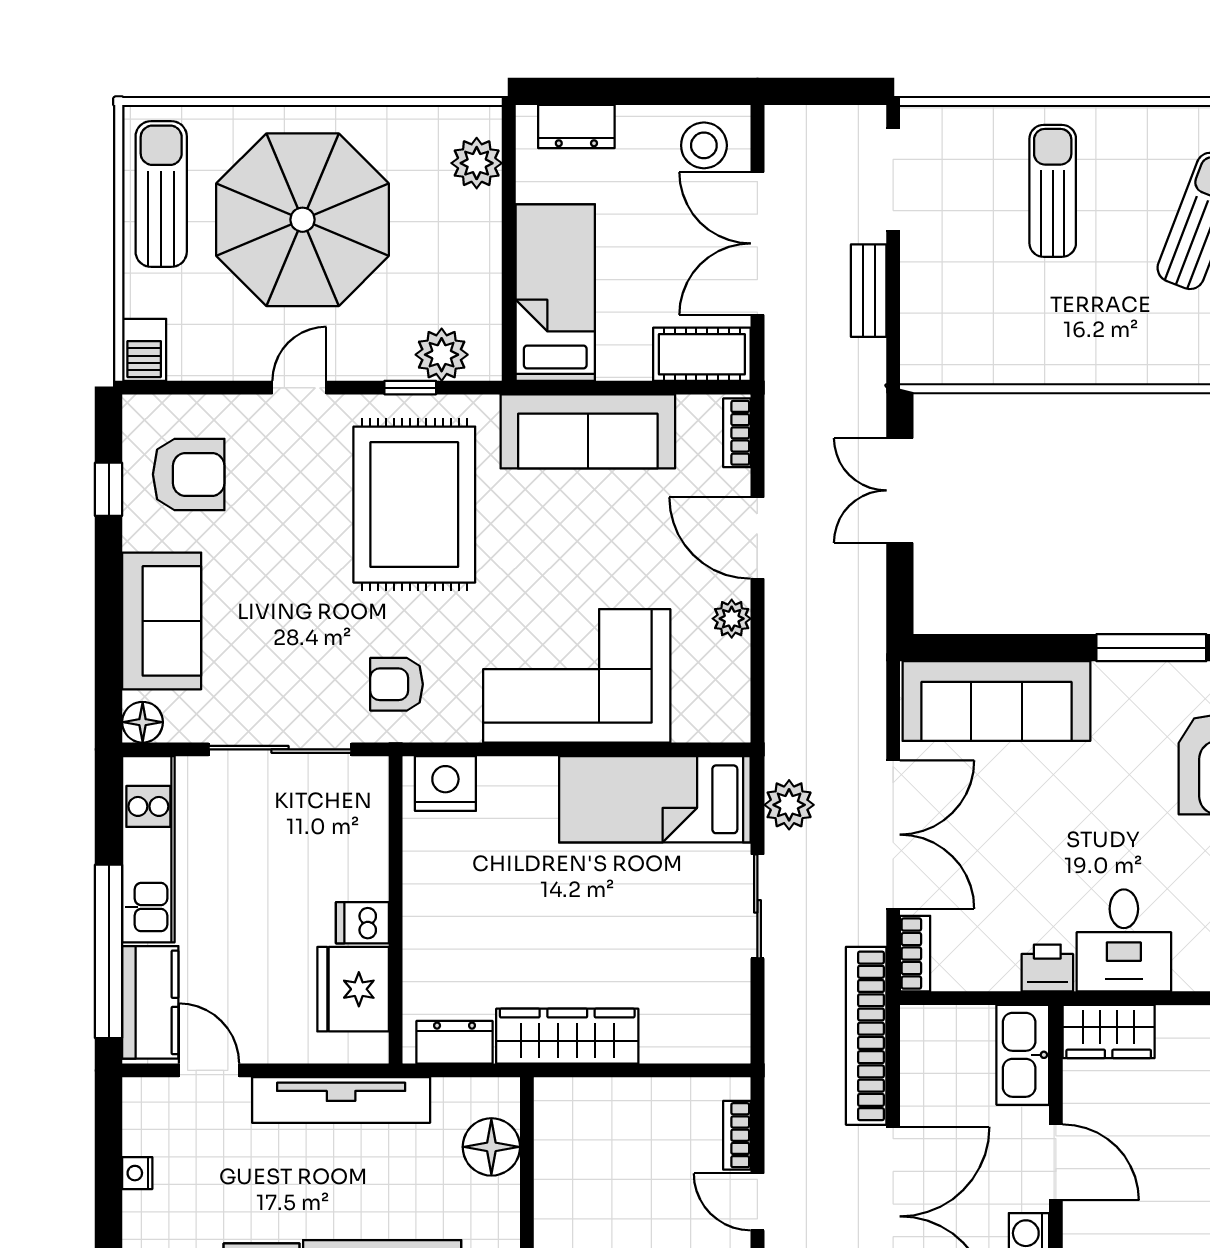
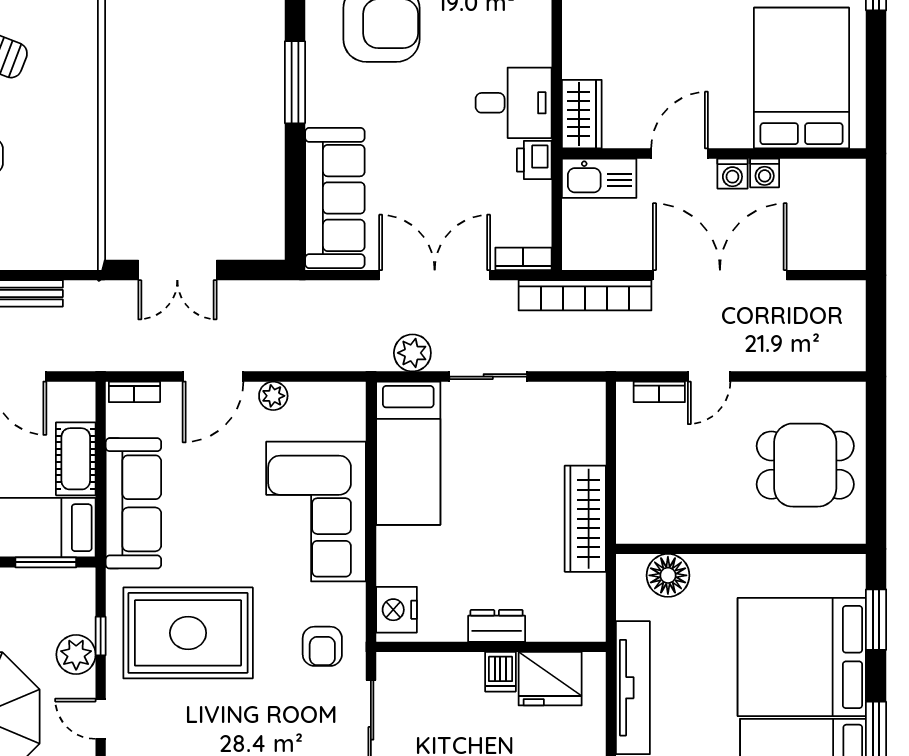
window: (509, 314) -> (46, 562), added
cot: (702, 354) -> (76, 459), moved
plant: (442, 355) -> (76, 654), moved
dresser: (455, 1042) -> (497, 626), moved, turned 90

